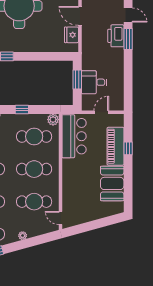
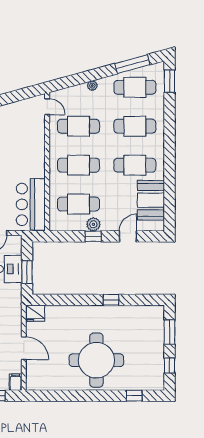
fridge: (71, 35) -> (35, 313), moved, turned 90
plant: (53, 120) -> (93, 224), moved

